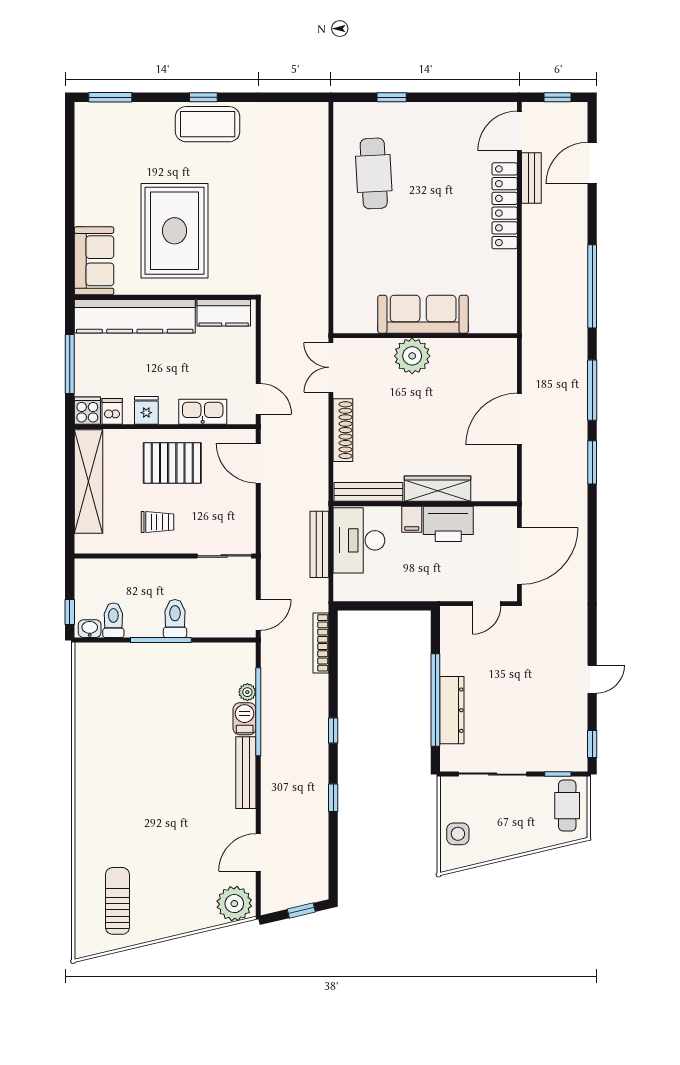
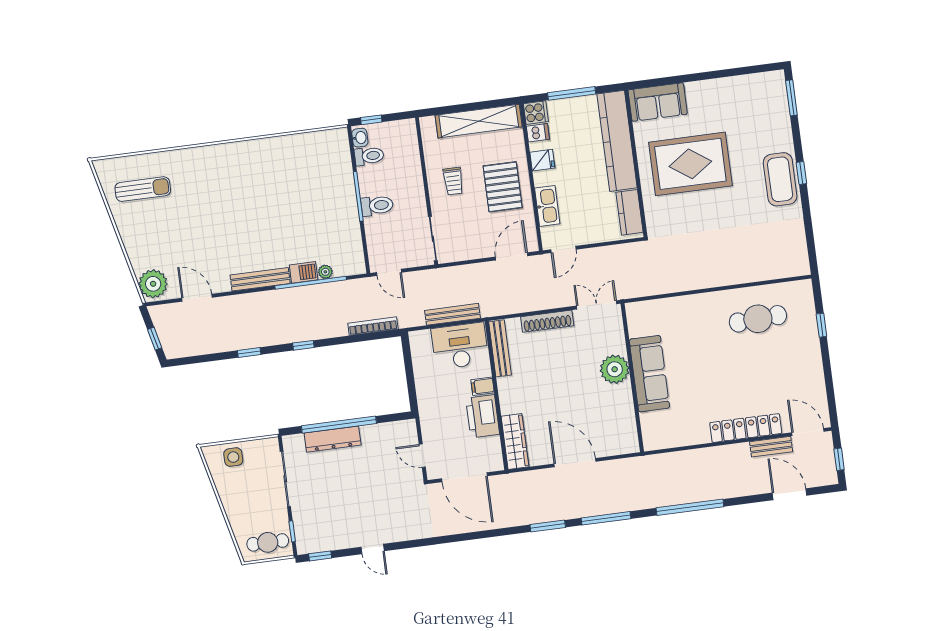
wardrobe: (438, 489) -> (515, 441), moved

